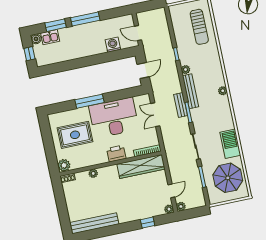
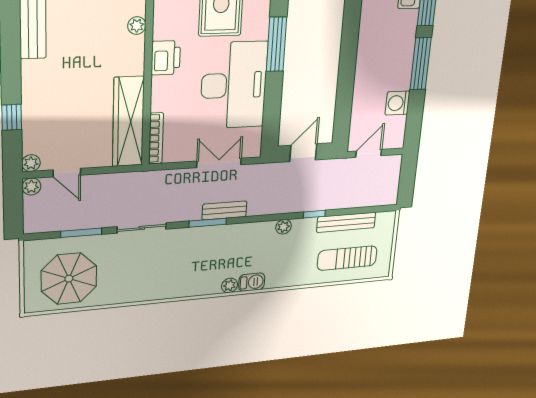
washing machine: (113, 45) -> (397, 103), moved, turned 180
door: (143, 70) -> (303, 153), swing flipped
bench: (191, 91) -> (346, 222), moved
barbecue: (230, 144) -> (252, 282), moved, width x0.53, depth x0.65
printer: (116, 153) -> (166, 58), moved

